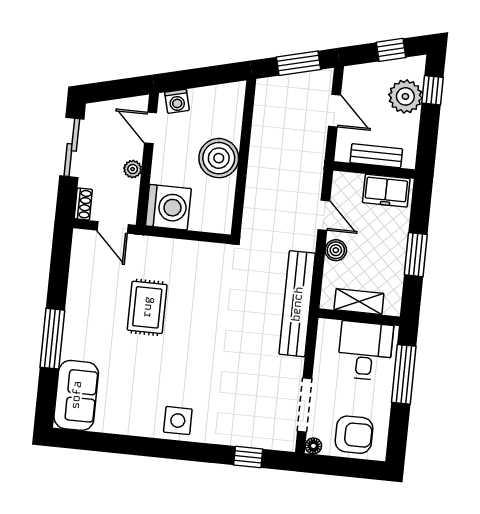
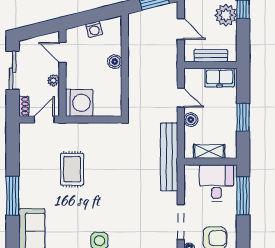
washing machine: (177, 101) -> (94, 29), moved
boiler: (219, 158) -> (115, 62), width x0.54, depth x0.54
door: (113, 227) -> (44, 120), swing flipped

